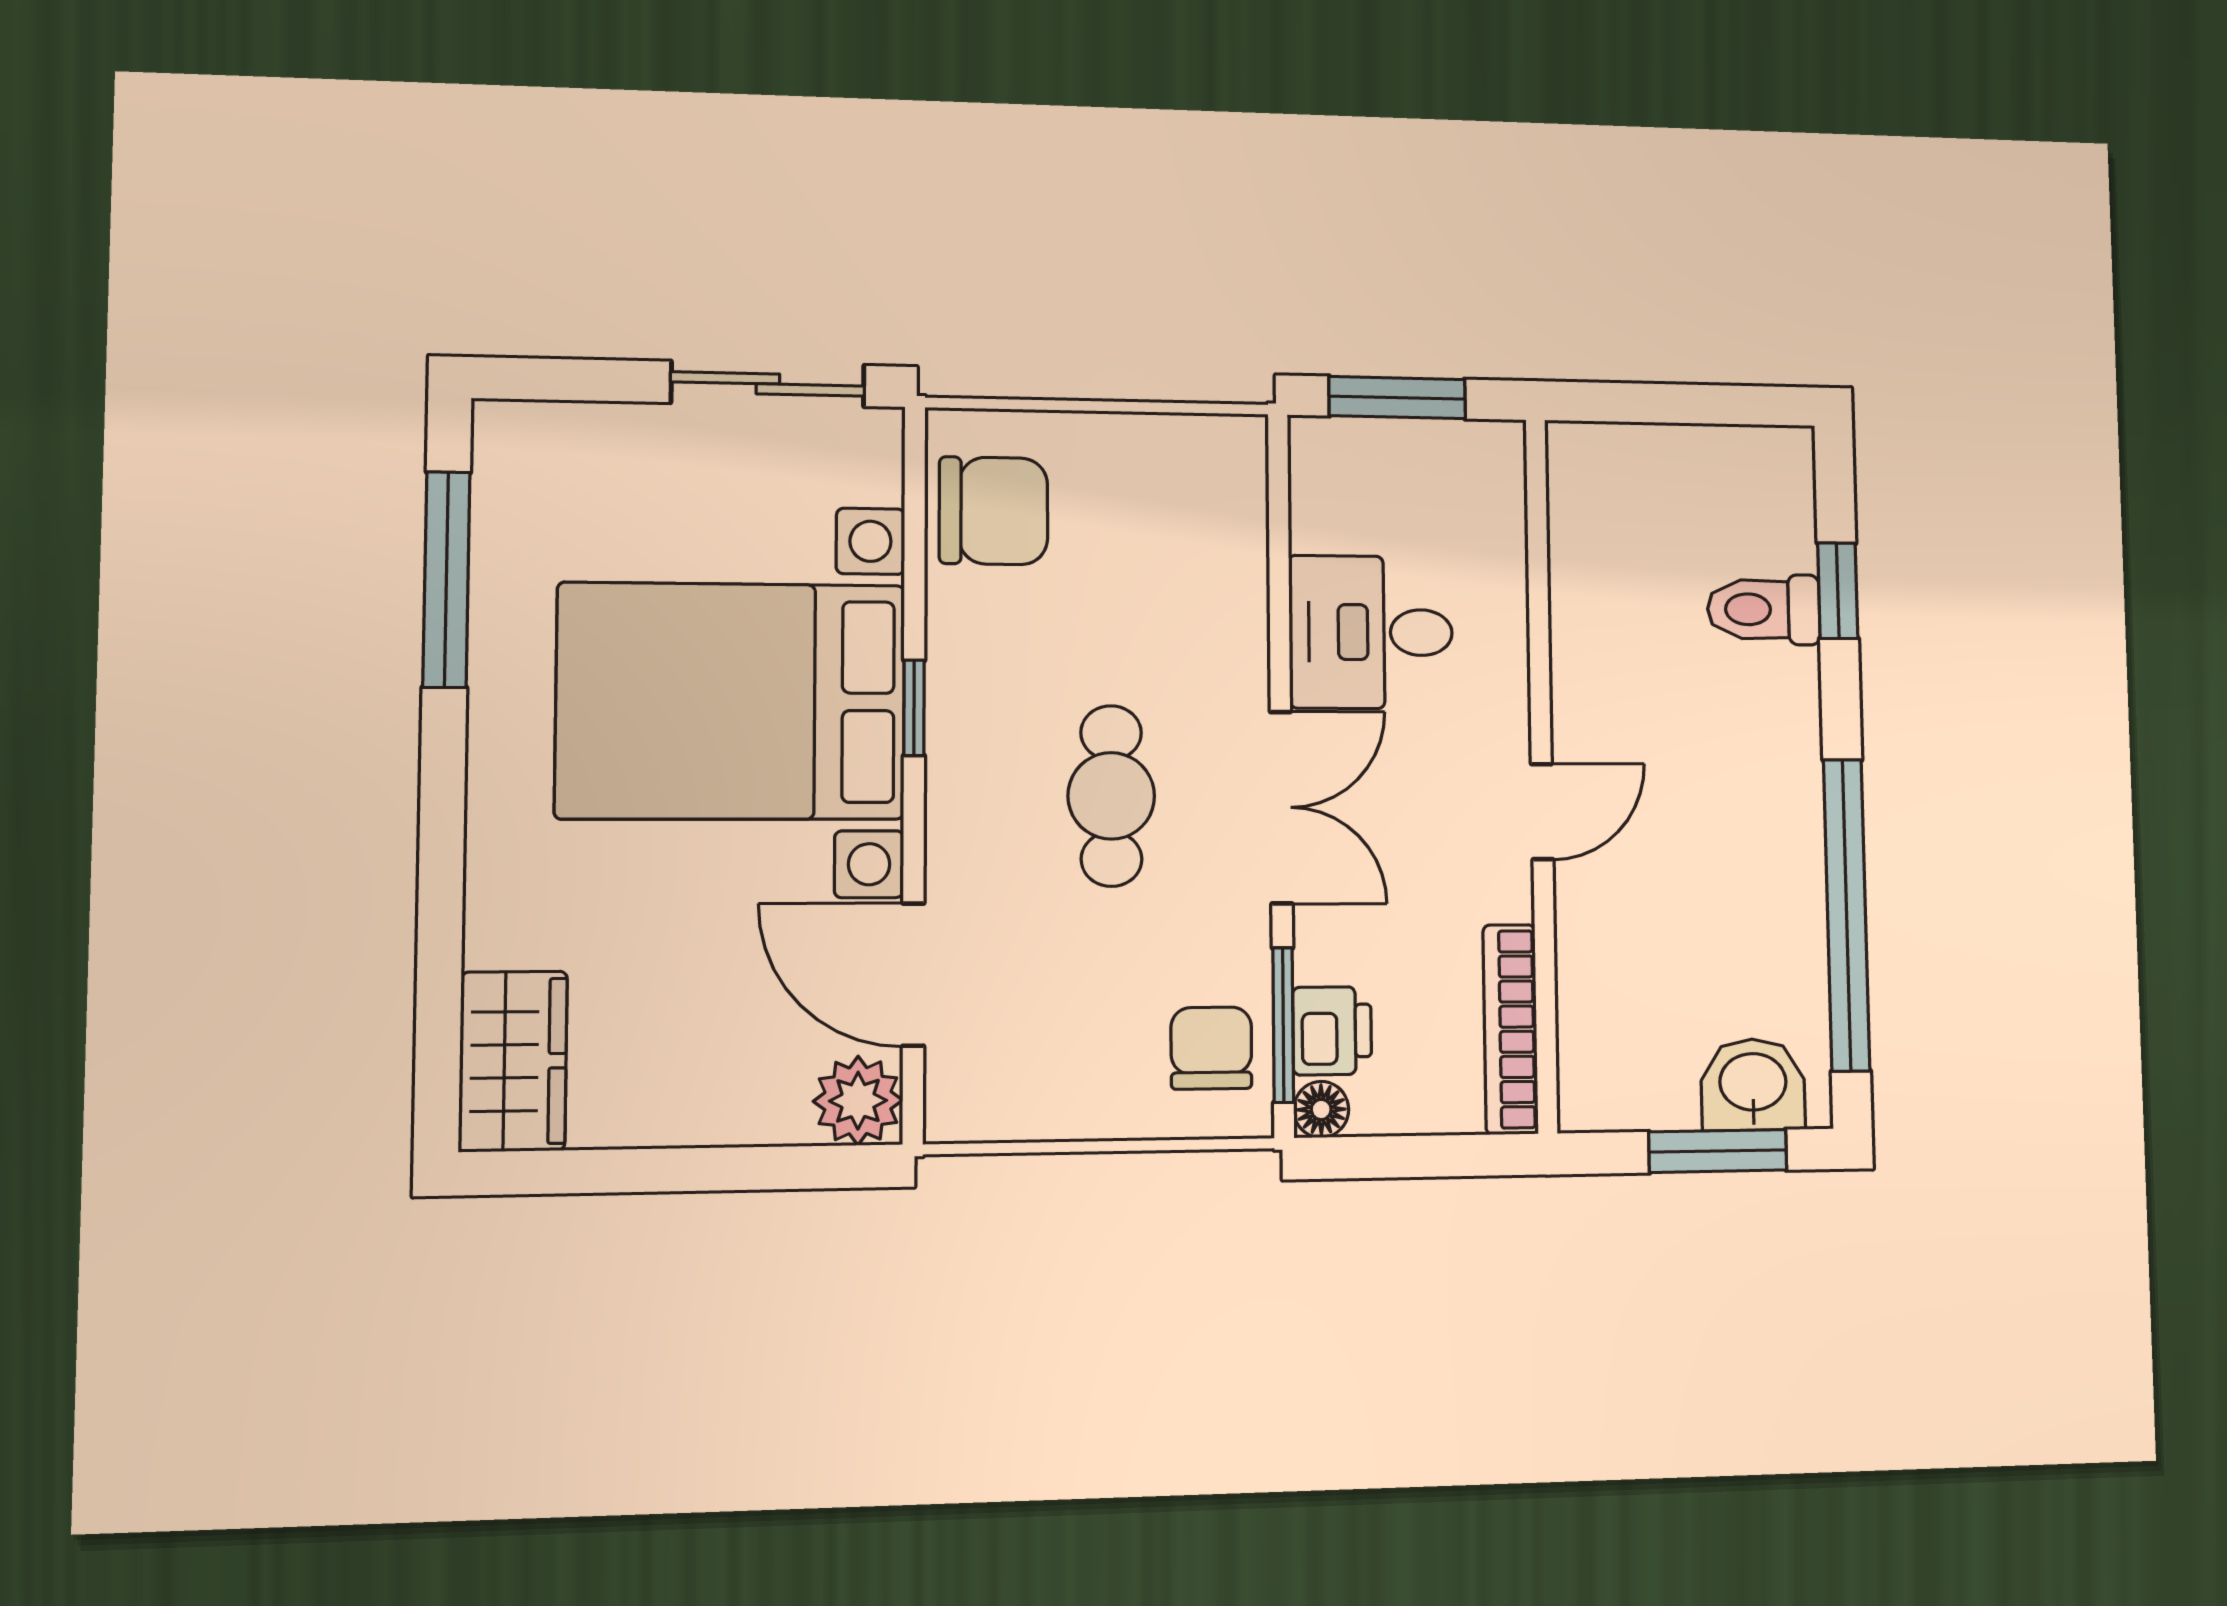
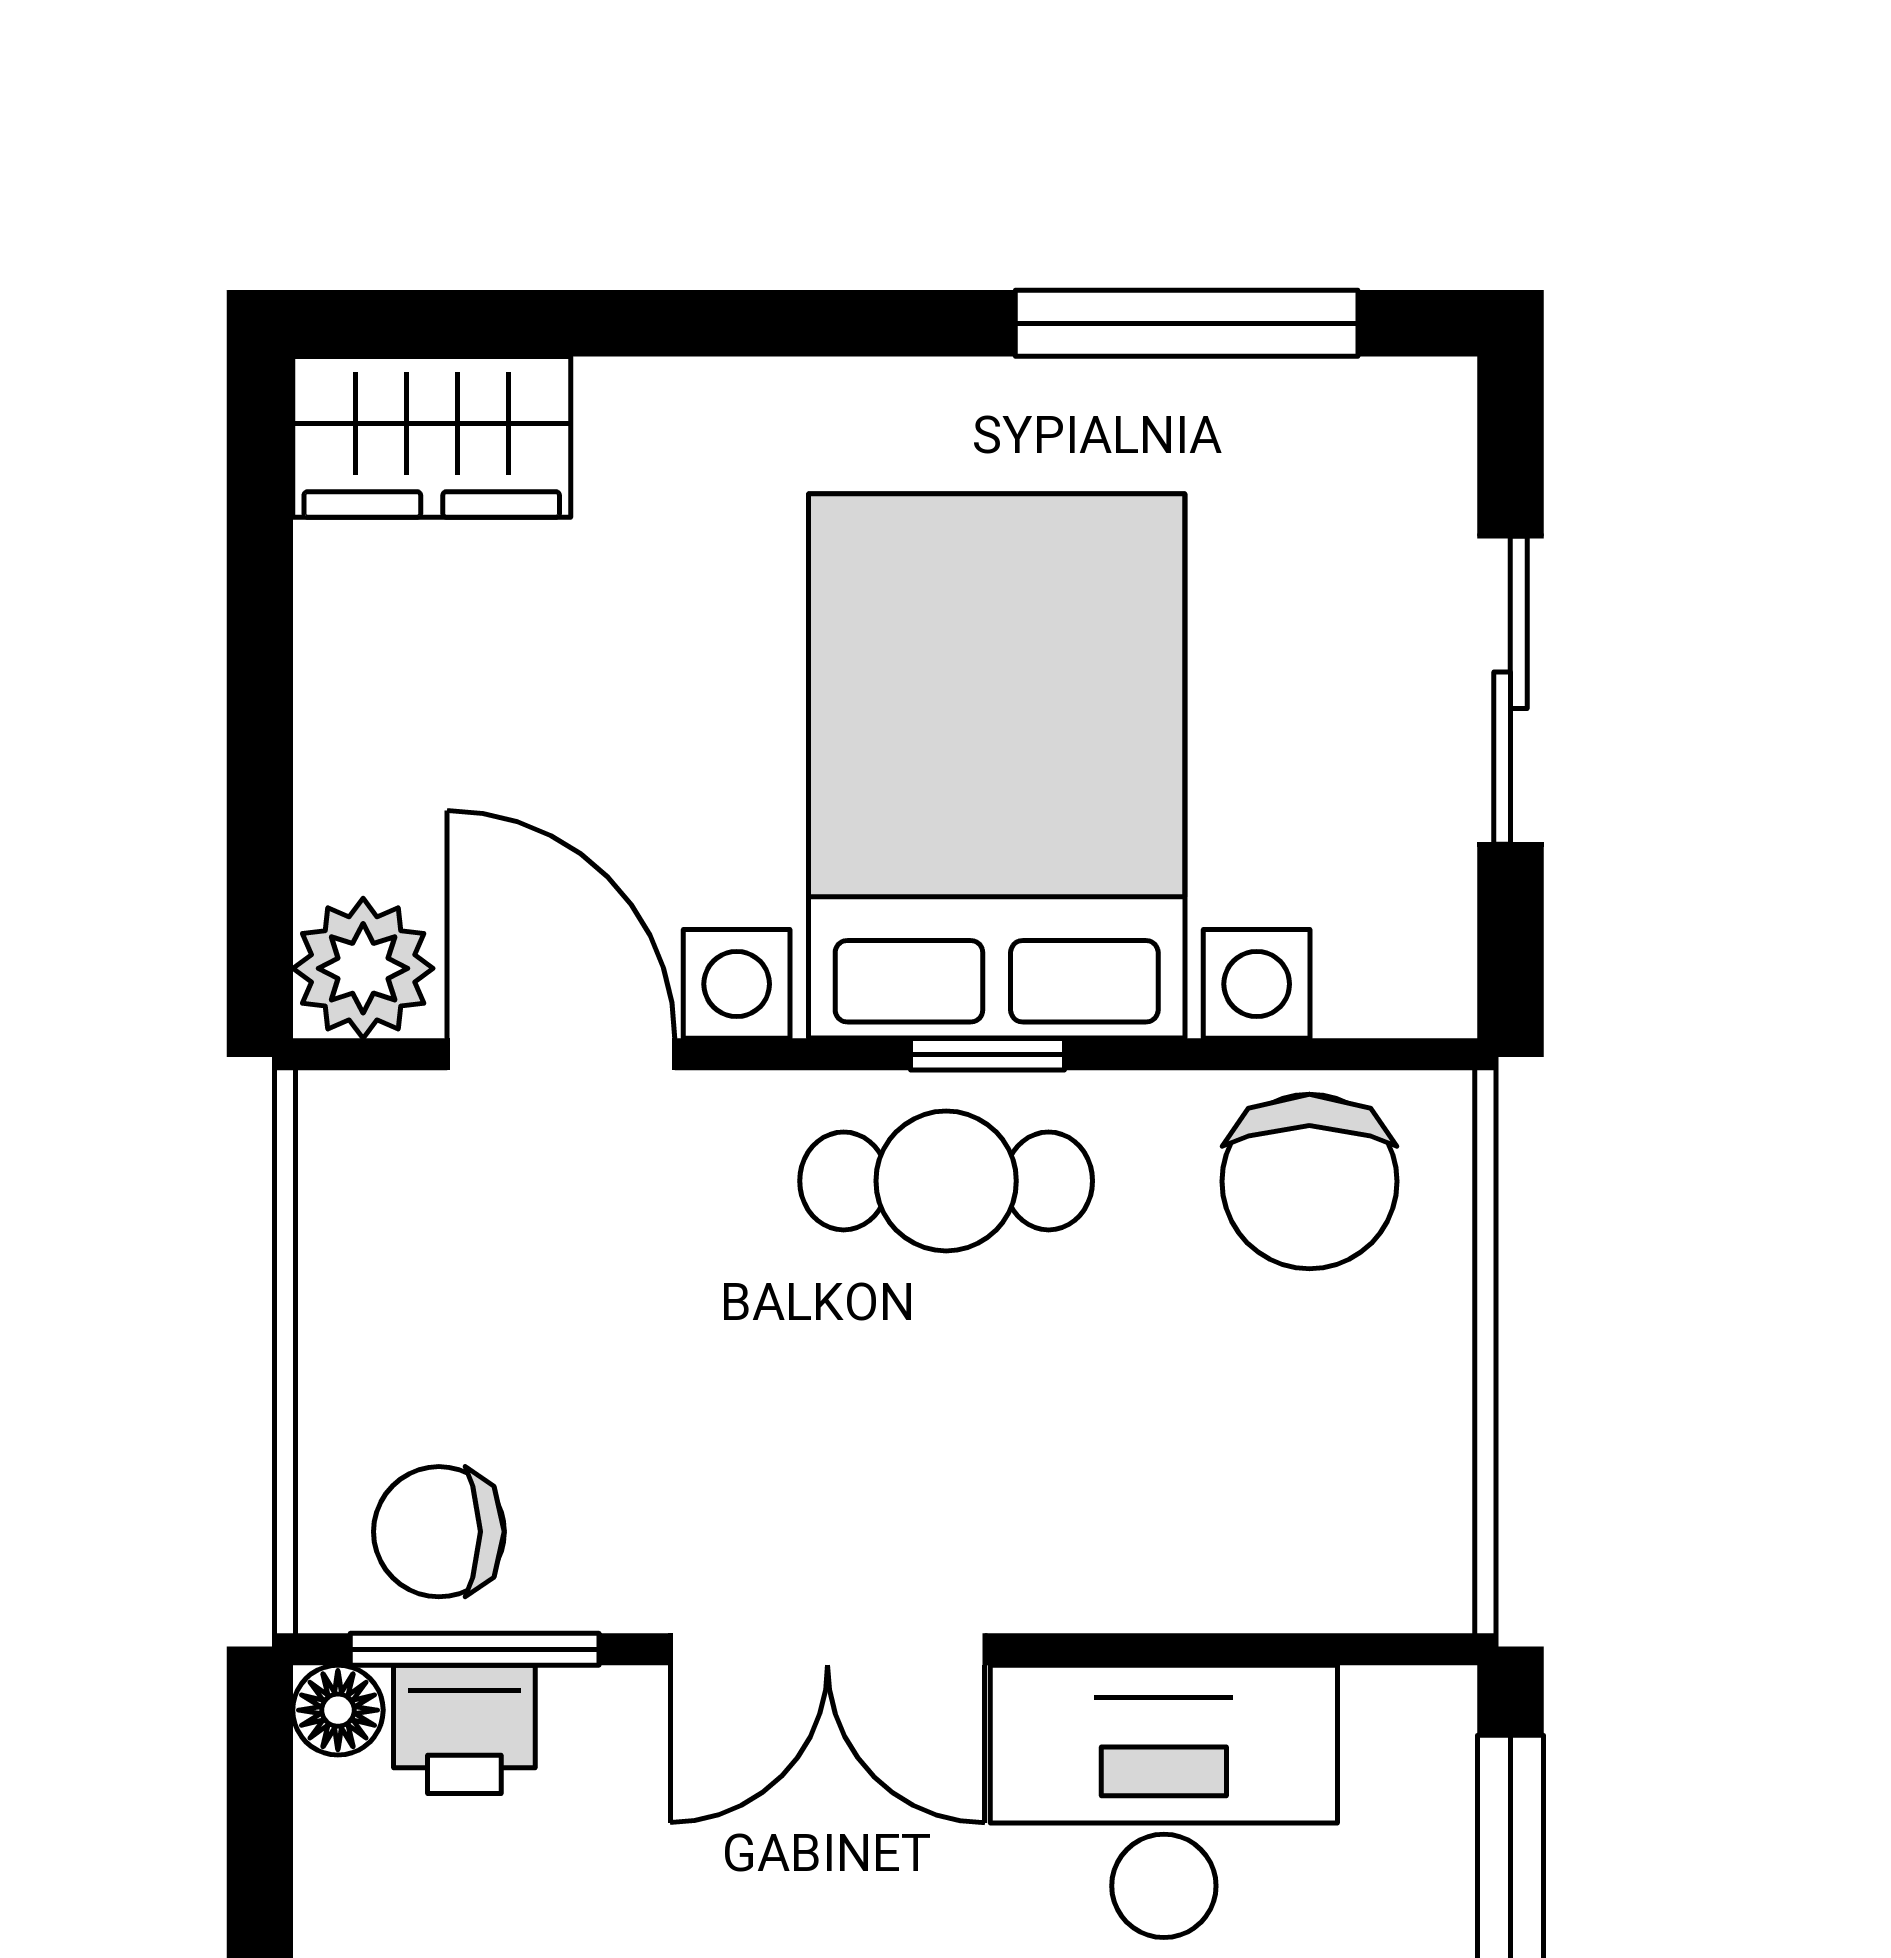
sliding door: (768, 384) -> (1510, 690), moved
desk: (1371, 632) -> (1164, 1801), width x1.37
cafe table: (1111, 796) -> (946, 1181), moved
door: (913, 974) -> (561, 1054), hinge flipped
chair: (1211, 1048) -> (439, 1532), turned 180

